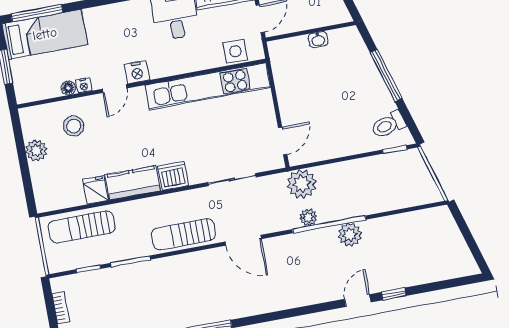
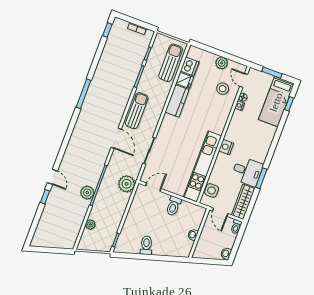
window: (37, 13) -> (289, 104), width x0.46
nightstand: (137, 72) -> (226, 147), moved
window: (386, 76) -> (155, 258), removed
door: (114, 89) -> (244, 80), moved
toilet: (293, 94) -> (174, 206), added
toilet: (388, 125) -> (146, 245), moved
door: (283, 141) -> (153, 187), swing flipped
dishwasher: (173, 176) -> (190, 66), moved
plant: (308, 217) -> (90, 225), moved
door: (243, 240) -> (116, 138), swing flipped

